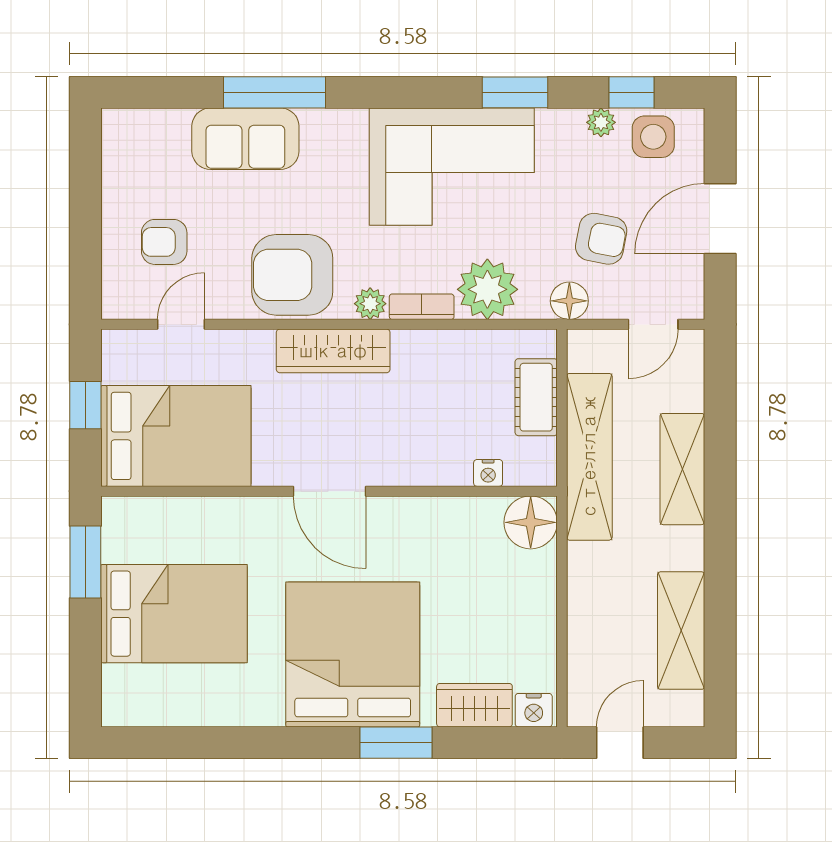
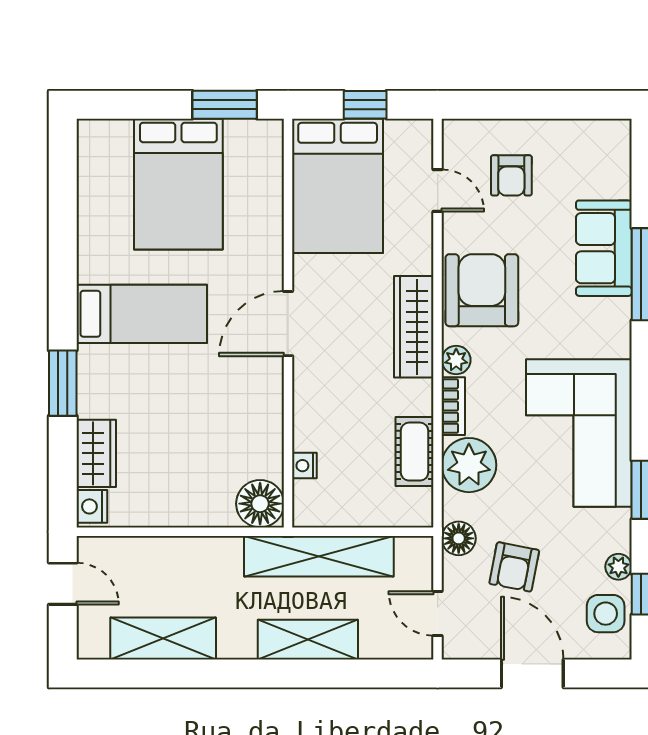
armchair: (164, 242) -> (511, 175), turned 180
cot: (536, 397) -> (415, 452), moved, turned 90
bed: (353, 654) -> (142, 314), width x0.49

